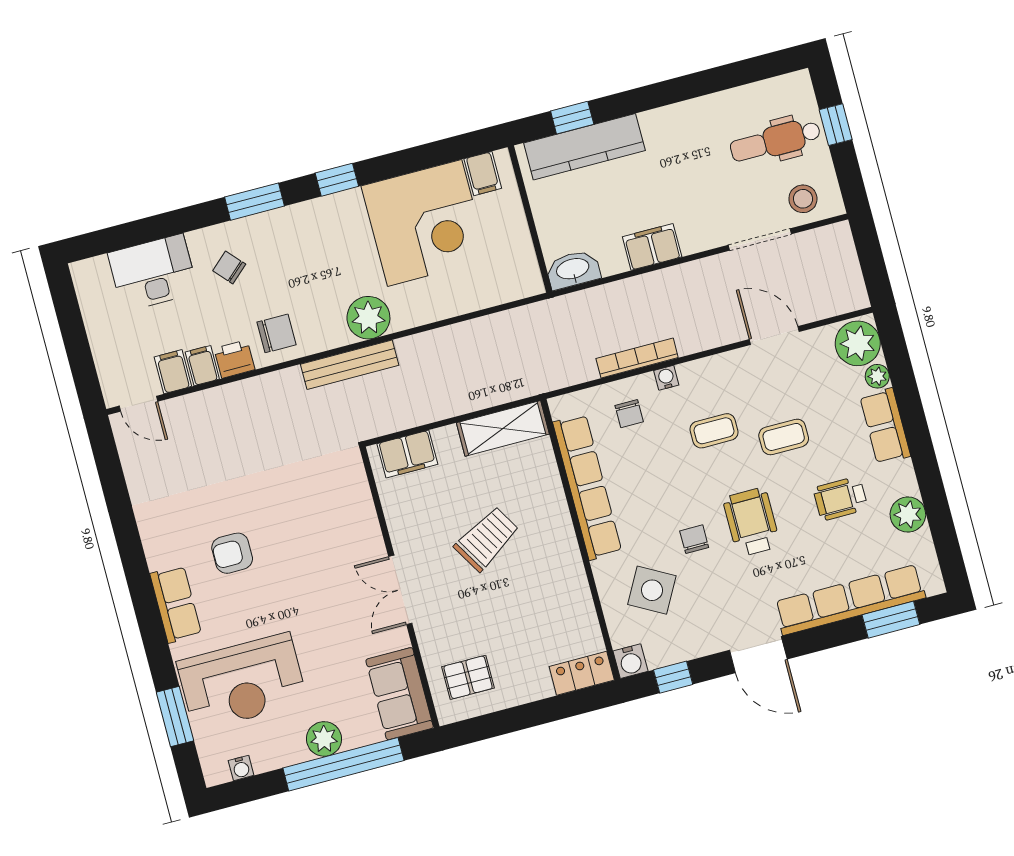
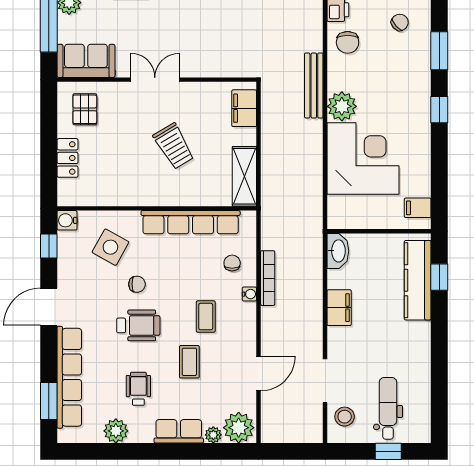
corner desk: (425, 223) -> (363, 159), moved, turned 180
chair: (629, 414) -> (232, 263), turned 90
locker: (582, 673) -> (67, 158), moved

